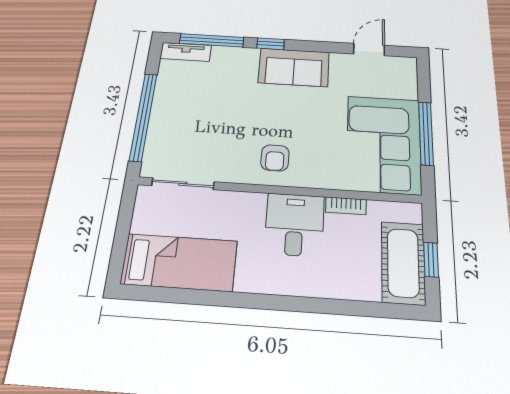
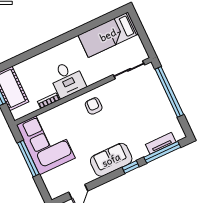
tv unit: (186, 52) -> (161, 143), moved

